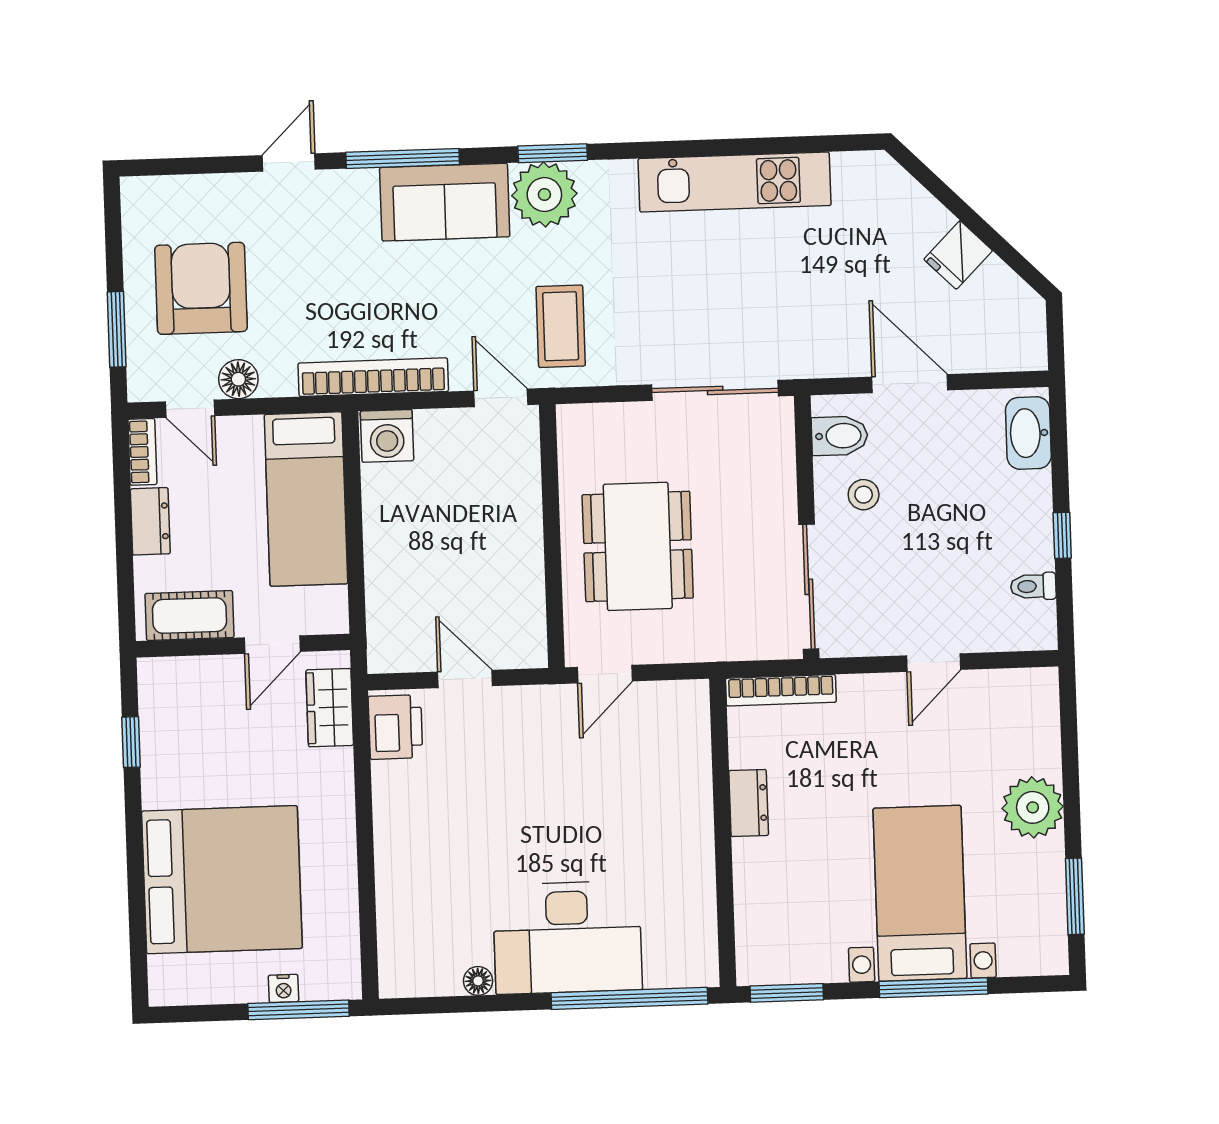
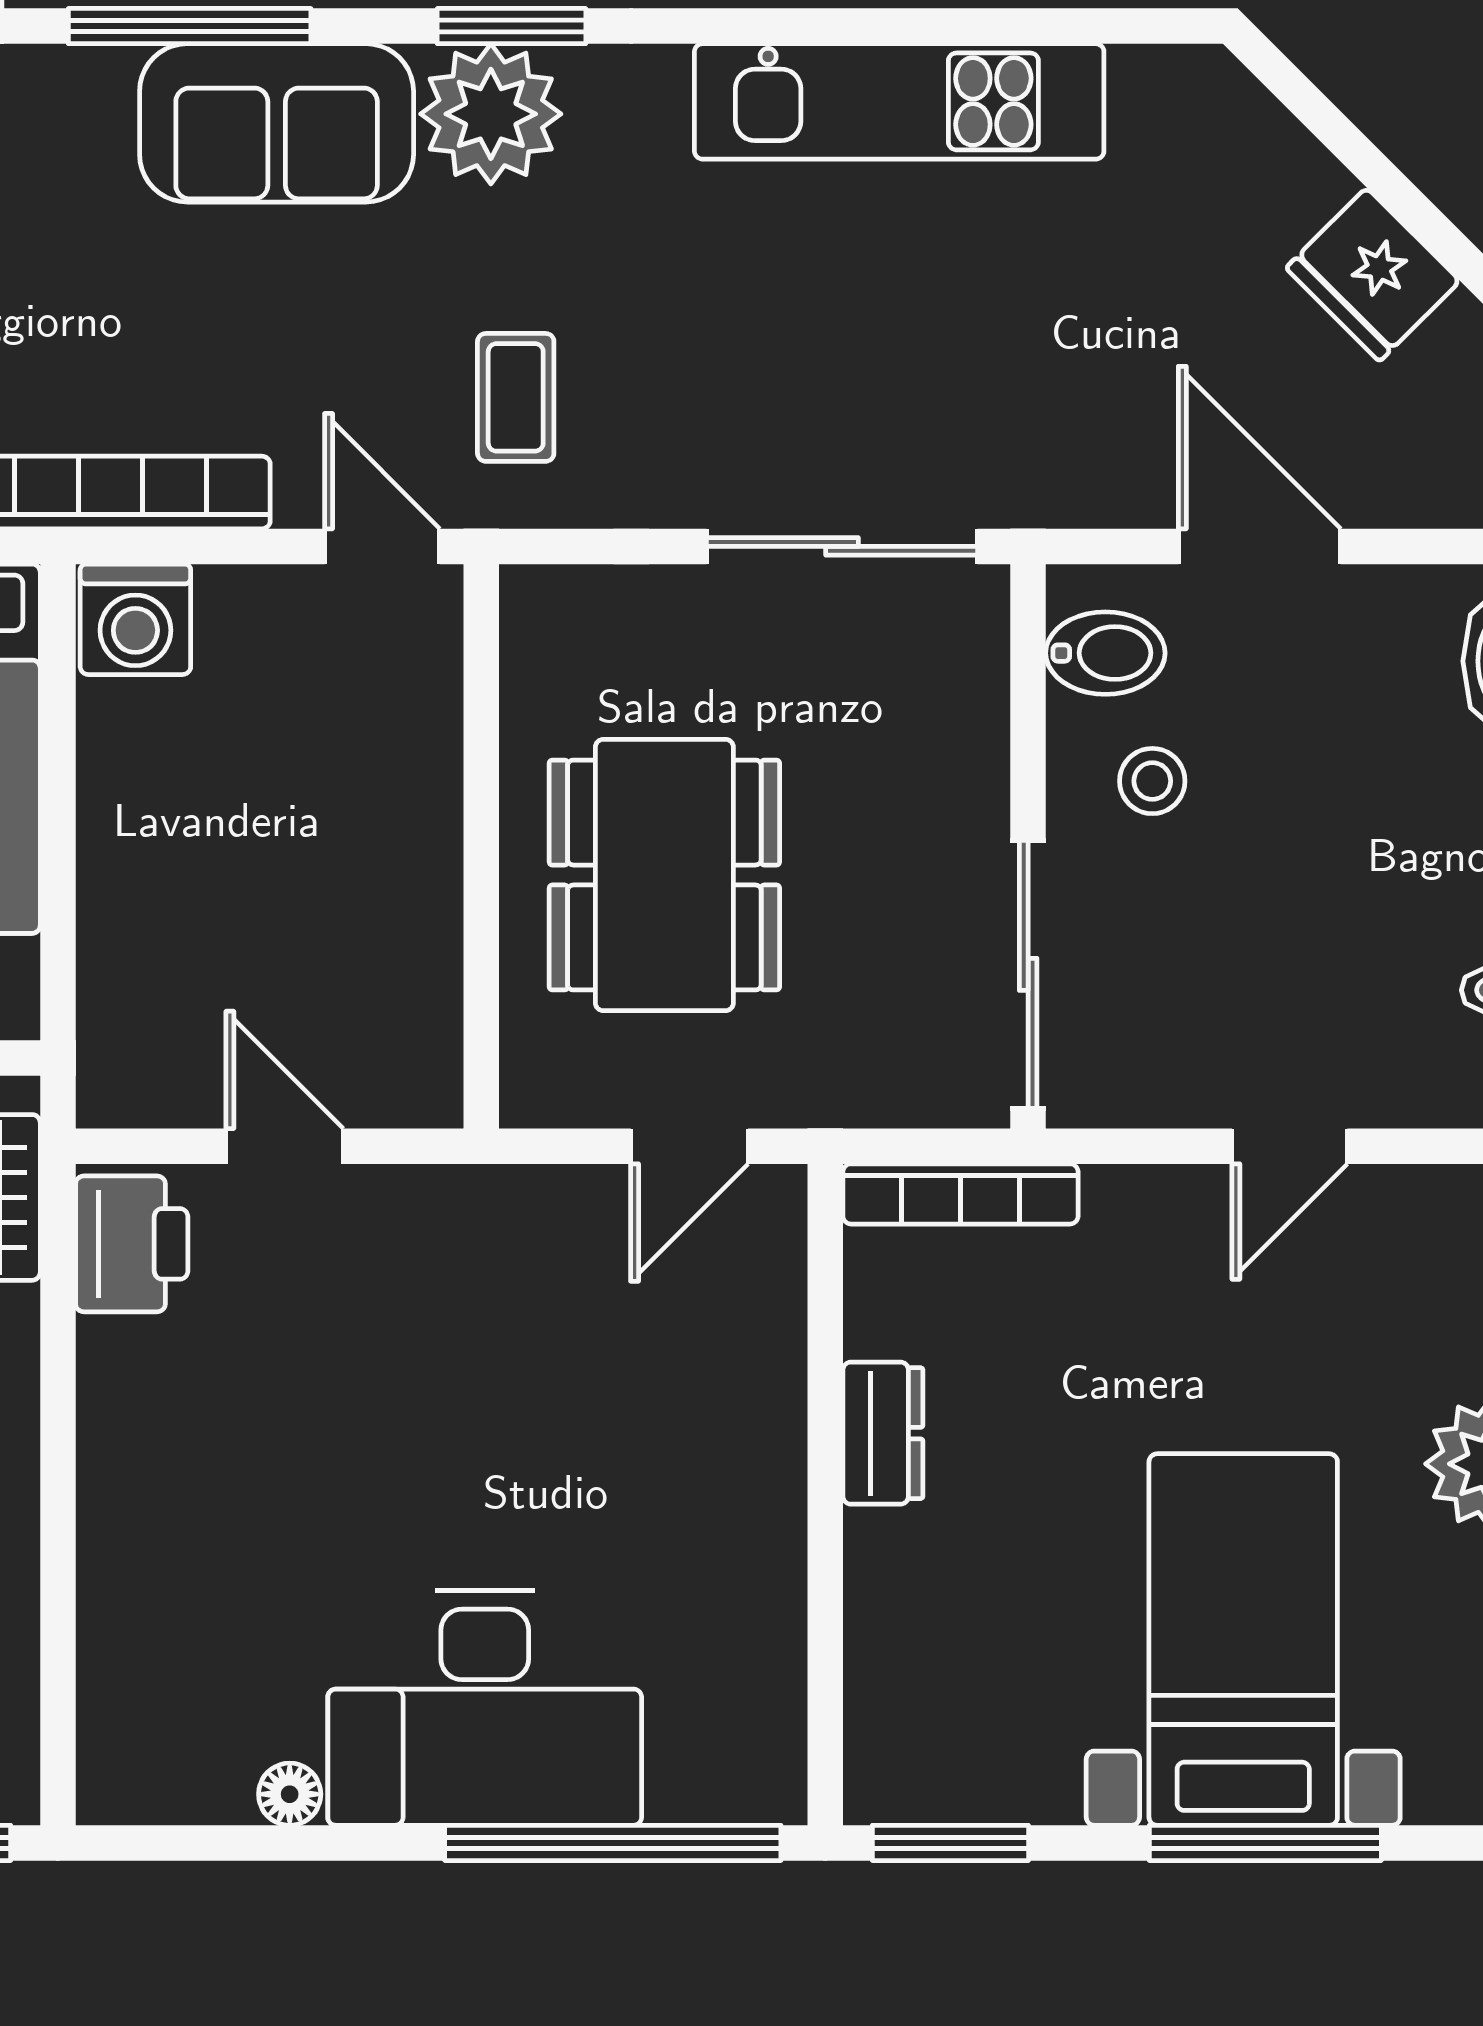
fridge: (958, 255) -> (1373, 274), width x1.38
coffee table: (561, 326) -> (516, 397), width x0.73, depth x0.77
door: (605, 674) -> (689, 1146), moved

